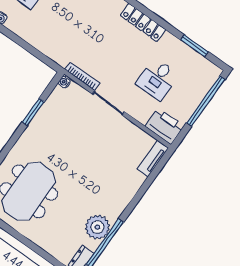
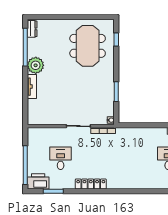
printer: (164, 126) -> (38, 181), moved, turned 180
tv unit: (153, 159) -> (32, 87), moved
plant: (97, 227) -> (36, 65), moved

